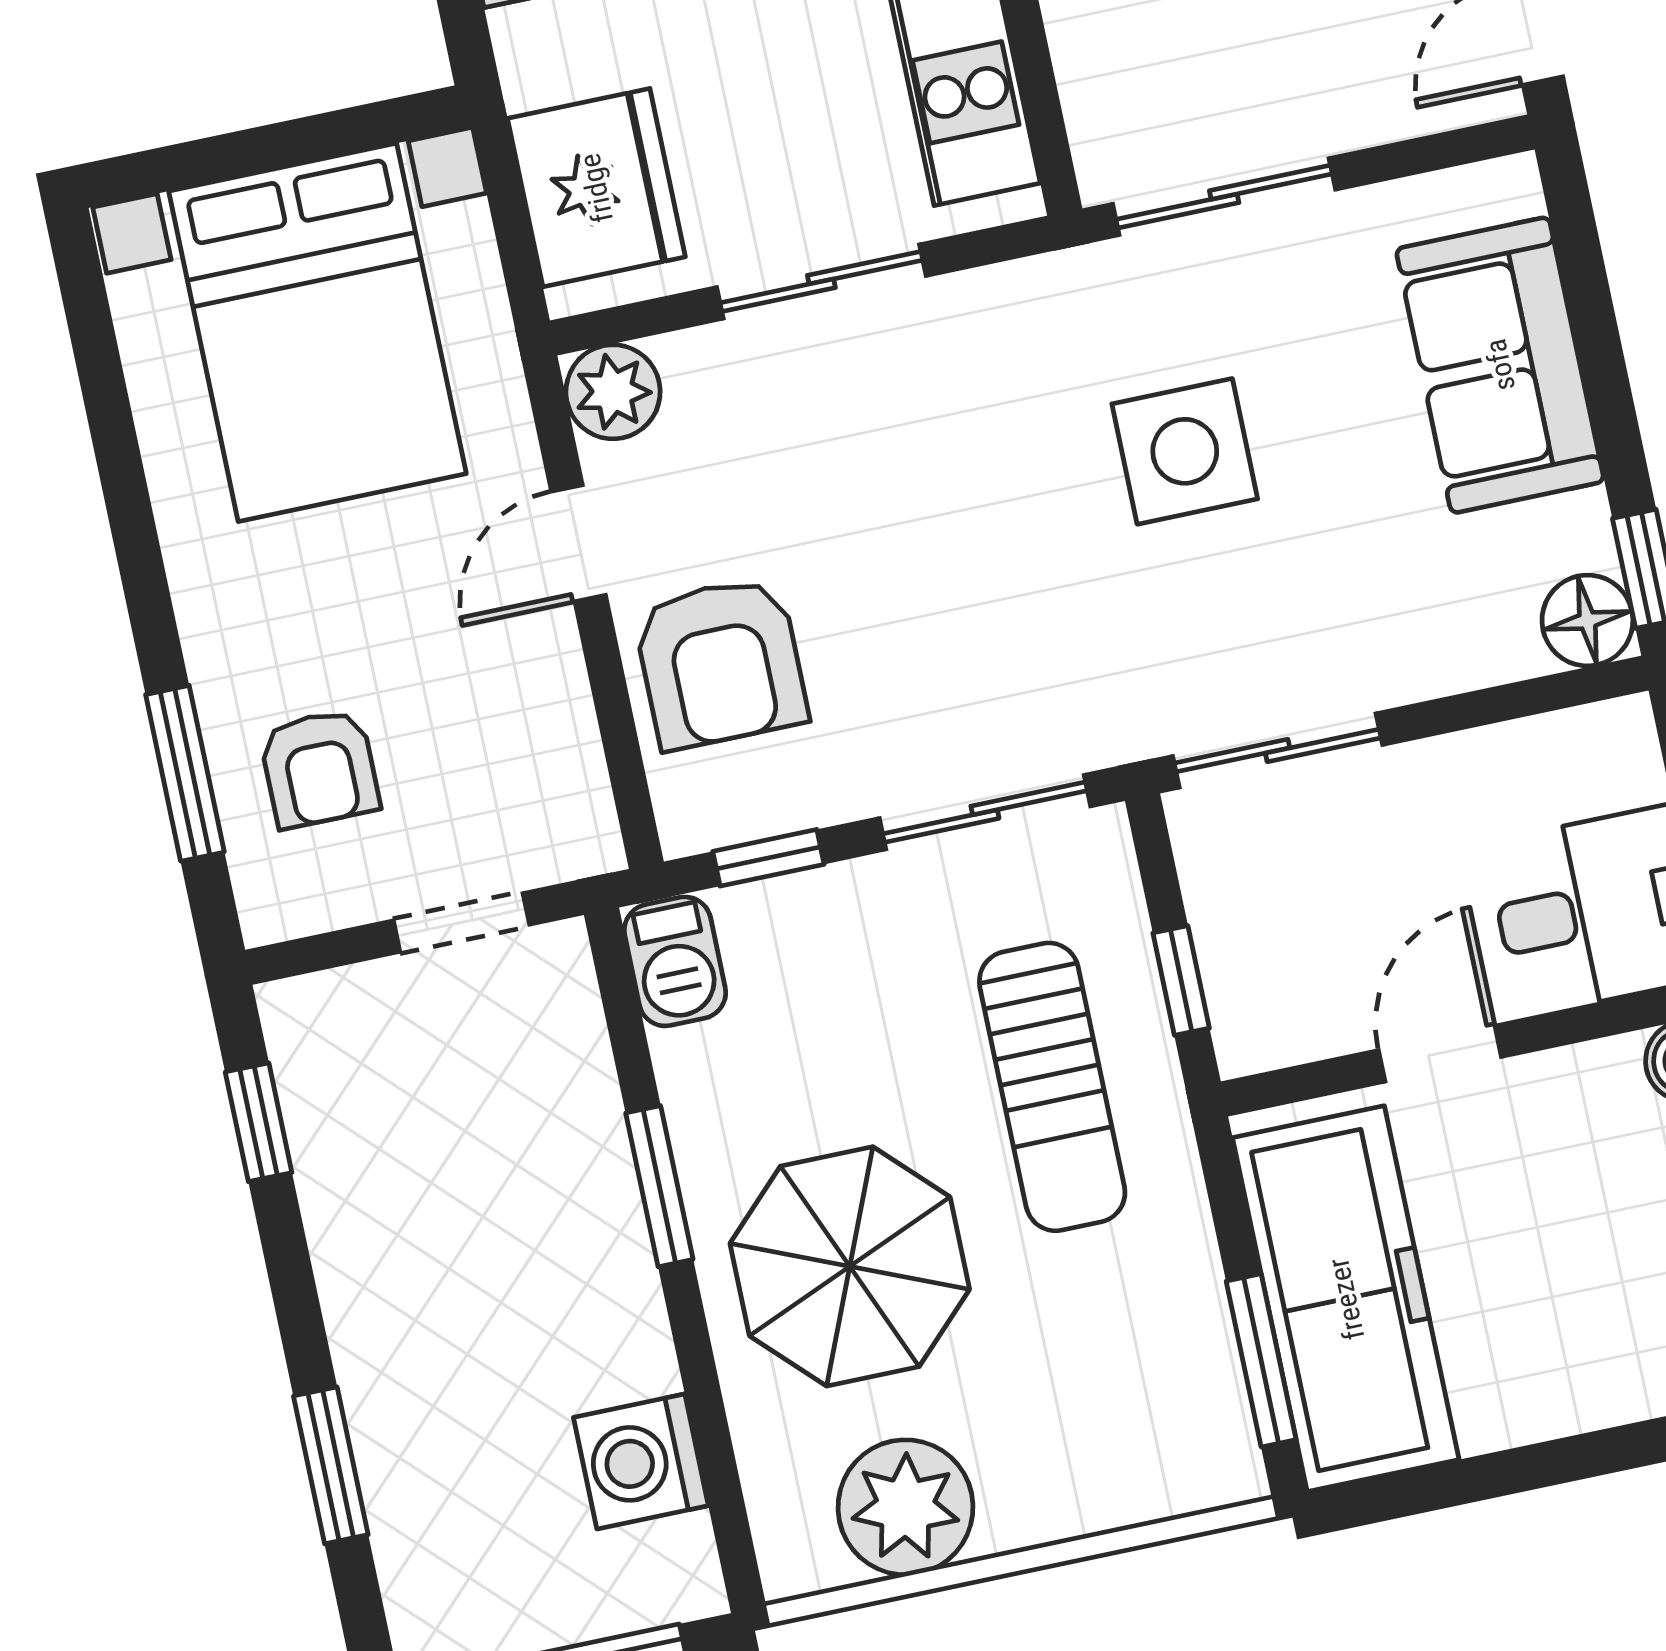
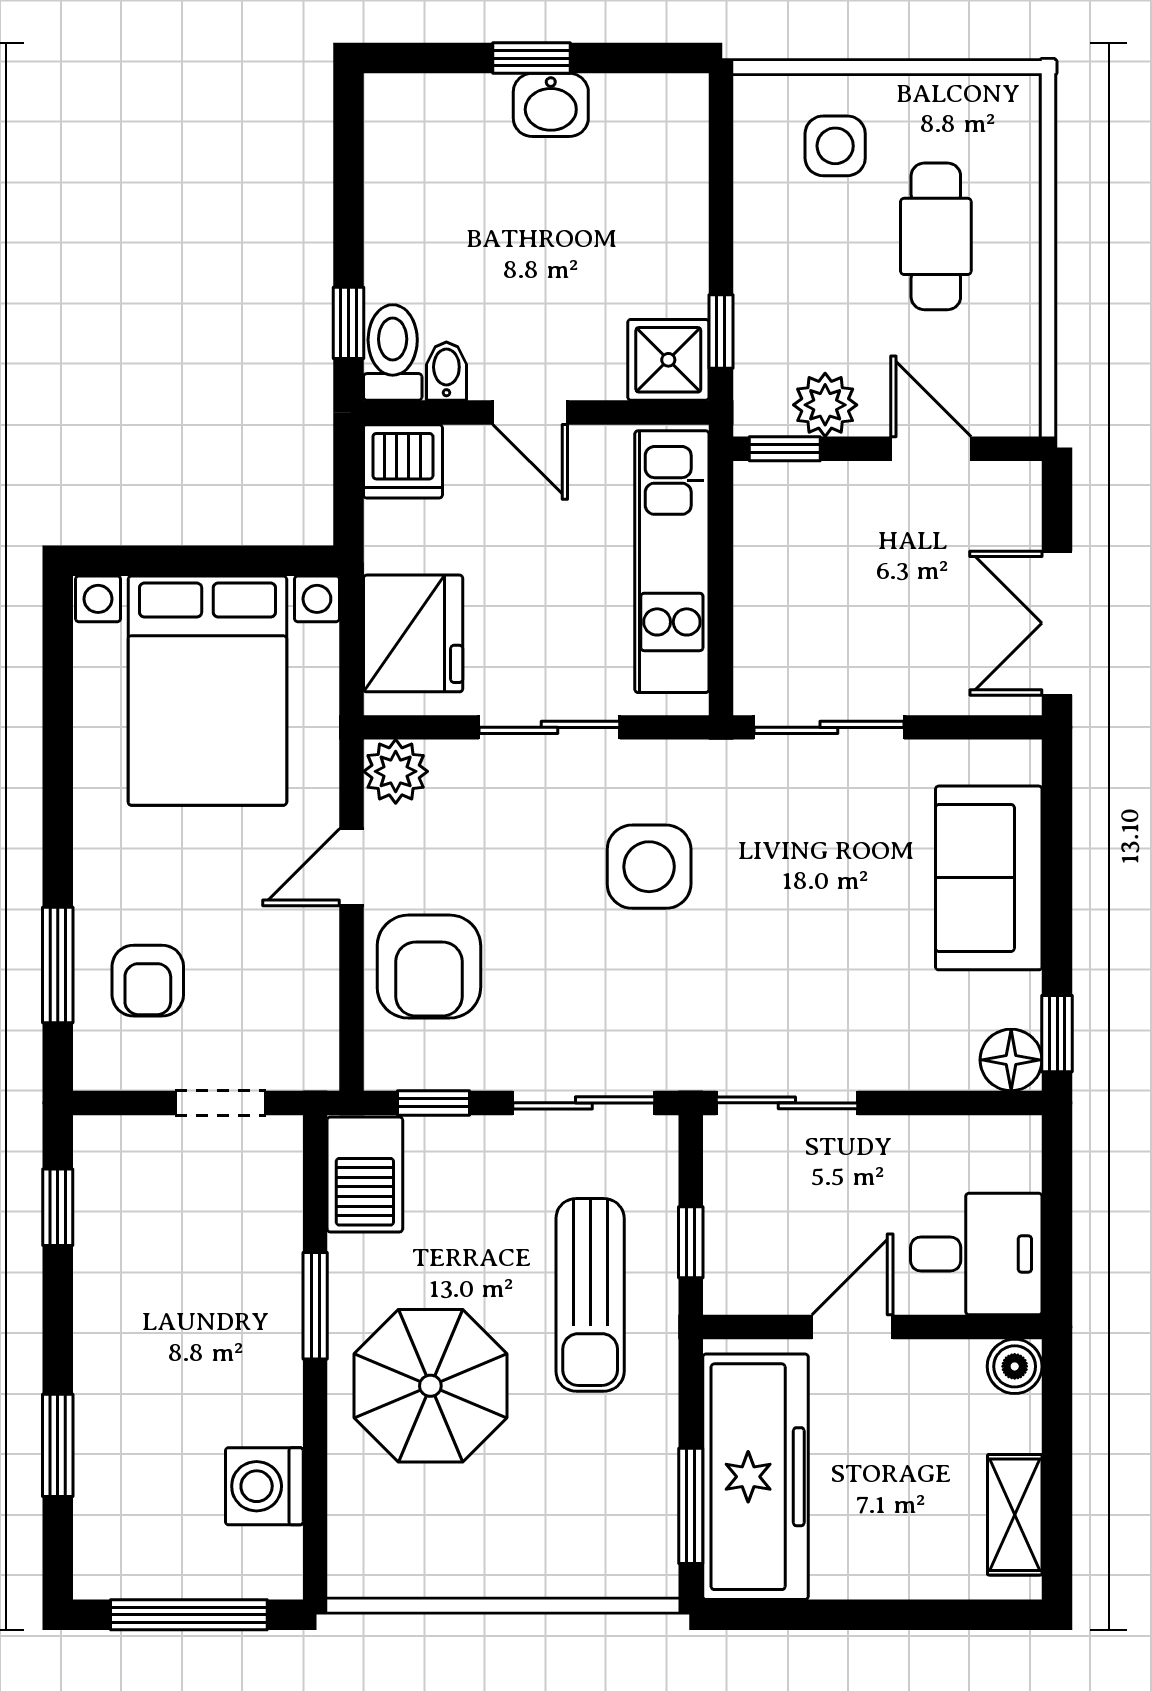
side table: (1185, 451) -> (649, 867), moved
barbecue: (675, 961) -> (365, 1174), width x1.38, depth x1.27
plant: (906, 1507) -> (434, 1554), removed

